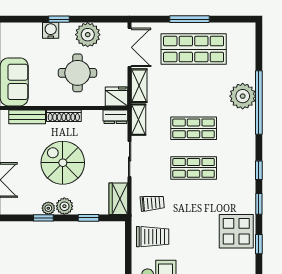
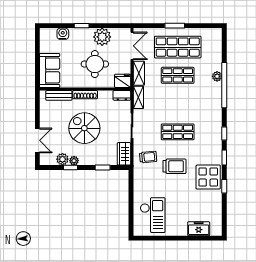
window: (189, 19) -> (175, 26), width x0.69
water cooler: (51, 30) -> (63, 34), moved
plant: (243, 96) -> (217, 76), width x0.53, depth x0.53
shop shelf: (194, 128) -> (178, 75), moved
plant: (64, 206) -> (62, 159), moved
trolley: (153, 237) -> (174, 166), moved

